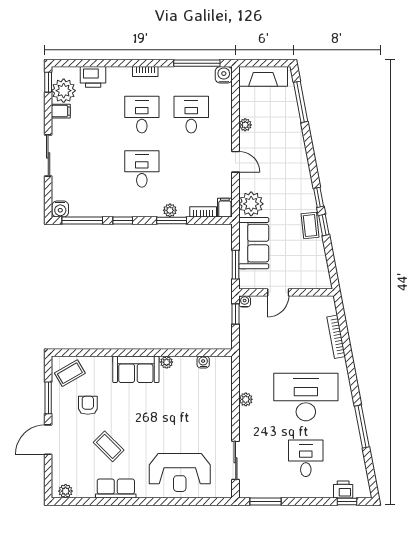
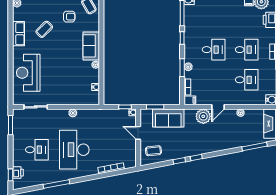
plant: (251, 204) -> (203, 116), moved
coffee table: (310, 226) -> (153, 151), moved
desk: (306, 397) -> (74, 150), turned 180

